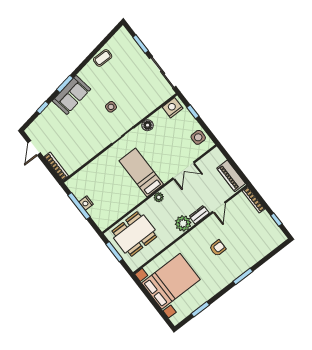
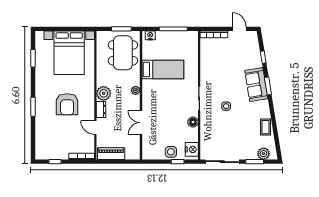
plant: (127, 42) -> (264, 154), added
side table: (198, 137) -> (171, 152), moved
bed: (141, 173) -> (163, 69), moved
nightstand: (86, 203) -> (150, 35), moved
armchair: (218, 248) -> (67, 104), width x1.88, depth x1.88

